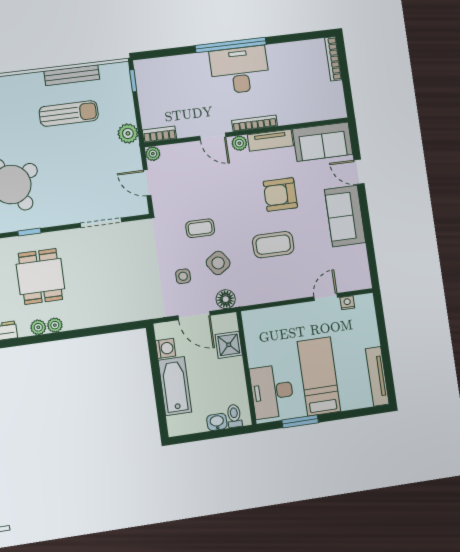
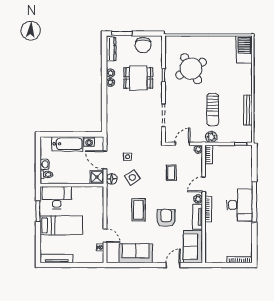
sun lounger: (69, 114) -> (213, 110), moved
sofa: (345, 216) -> (136, 253), moved
coffee table: (200, 228) -> (171, 173), moved
door: (194, 316) -> (105, 160), hinge flipped
shower: (229, 345) -> (97, 177), moved

